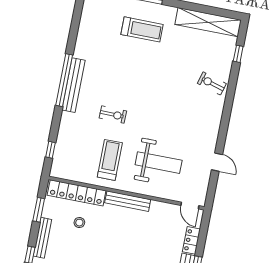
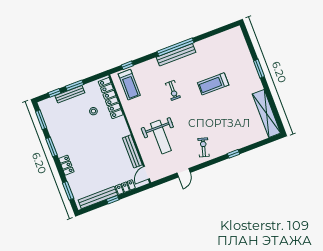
treadmill: (142, 29) -> (213, 84), moved, turned 90
window: (238, 54) -> (234, 154), moved
exercise bike: (212, 83) -> (203, 147), moved
treadmill: (110, 160) -> (129, 85), moved, turned 90
bench: (128, 201) -> (132, 151), moved
window: (39, 210) -> (75, 85), moved

